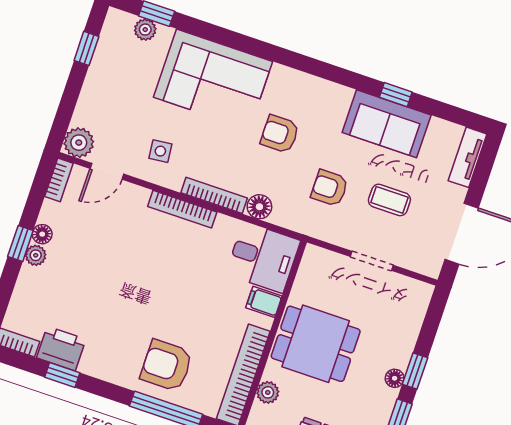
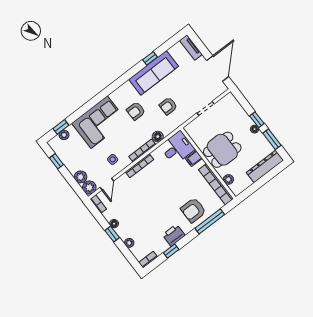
plant: (88, 113) -> (81, 177), added
sofa: (387, 124) -> (154, 73), width x1.36
coffee table: (389, 200) -> (187, 87), removed
plant: (36, 255) -> (129, 243), moved
printer: (61, 348) -> (174, 235), moved

